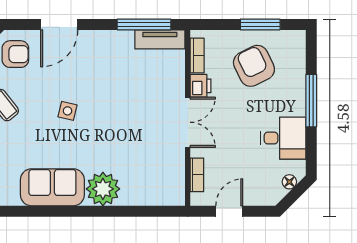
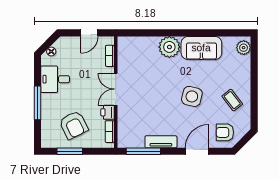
tv unit: (160, 39) -> (161, 142), moved
side table: (67, 111) -> (192, 96), width x1.87, depth x1.87

